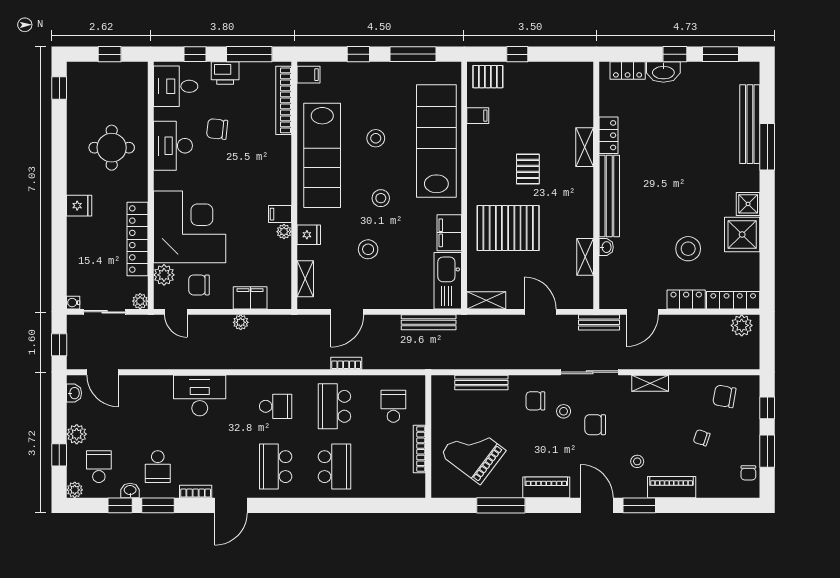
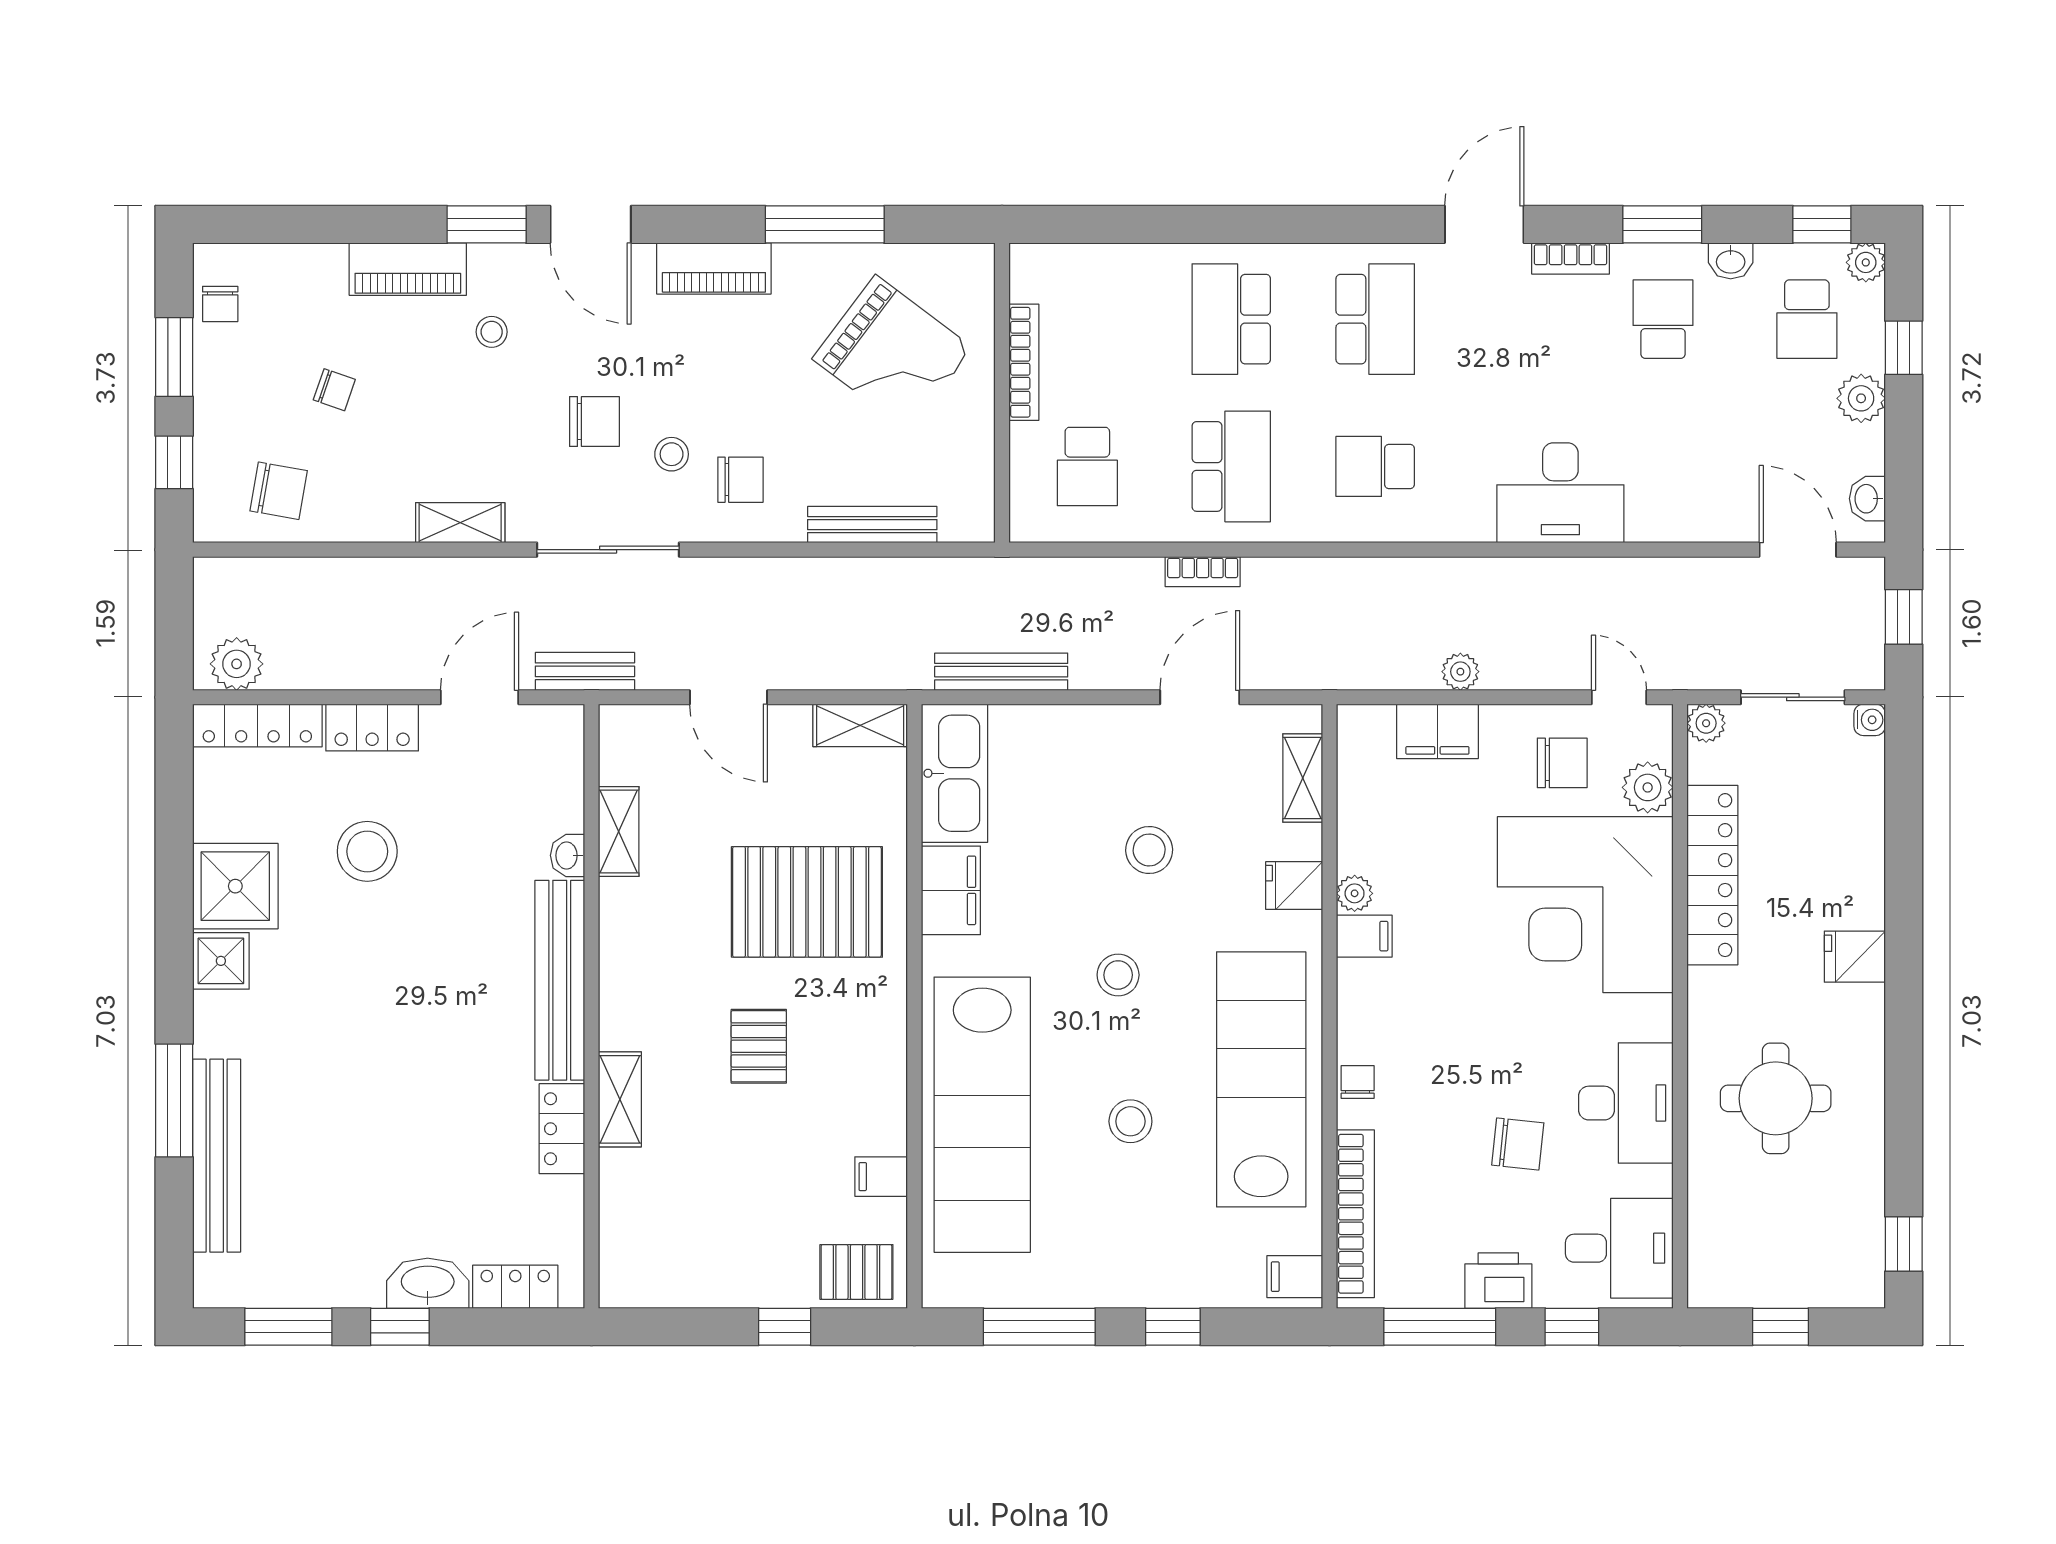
chair: (283, 154) -> (1358, 1082), added
chair: (748, 473) -> (220, 304), turned 180
window: (120, 505) -> (1822, 224), moved

